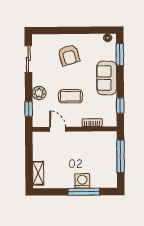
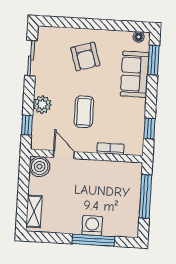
sofa: (107, 78) -> (135, 74), moved
coffee table: (70, 96) -> (84, 112), turned 90
boiler: (40, 139) -> (40, 166), added

